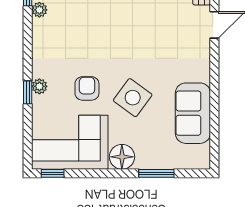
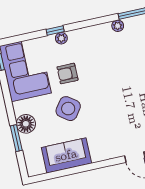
armchair: (87, 88) -> (67, 74), turned 180
floor lamp: (122, 157) -> (26, 124), moved

